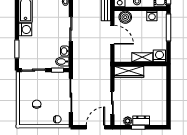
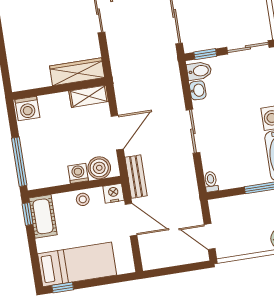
washing machine: (152, 16) -> (78, 173), moved
door: (112, 35) -> (117, 133), swing flipped
shelving: (142, 57) -> (89, 96), moved

